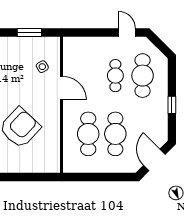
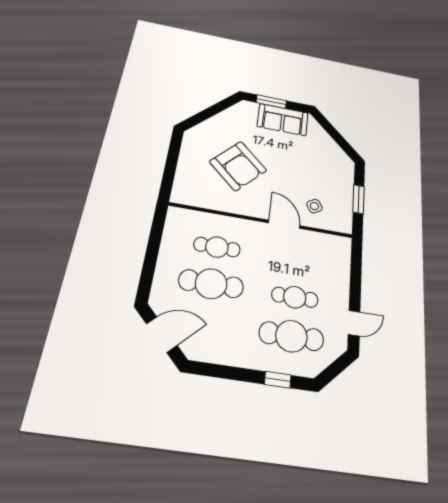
door: (62, 88) -> (284, 224), swing flipped
window: (172, 105) -> (278, 380), moved
cafe table: (88, 134) -> (217, 247), width x0.73, depth x0.74

